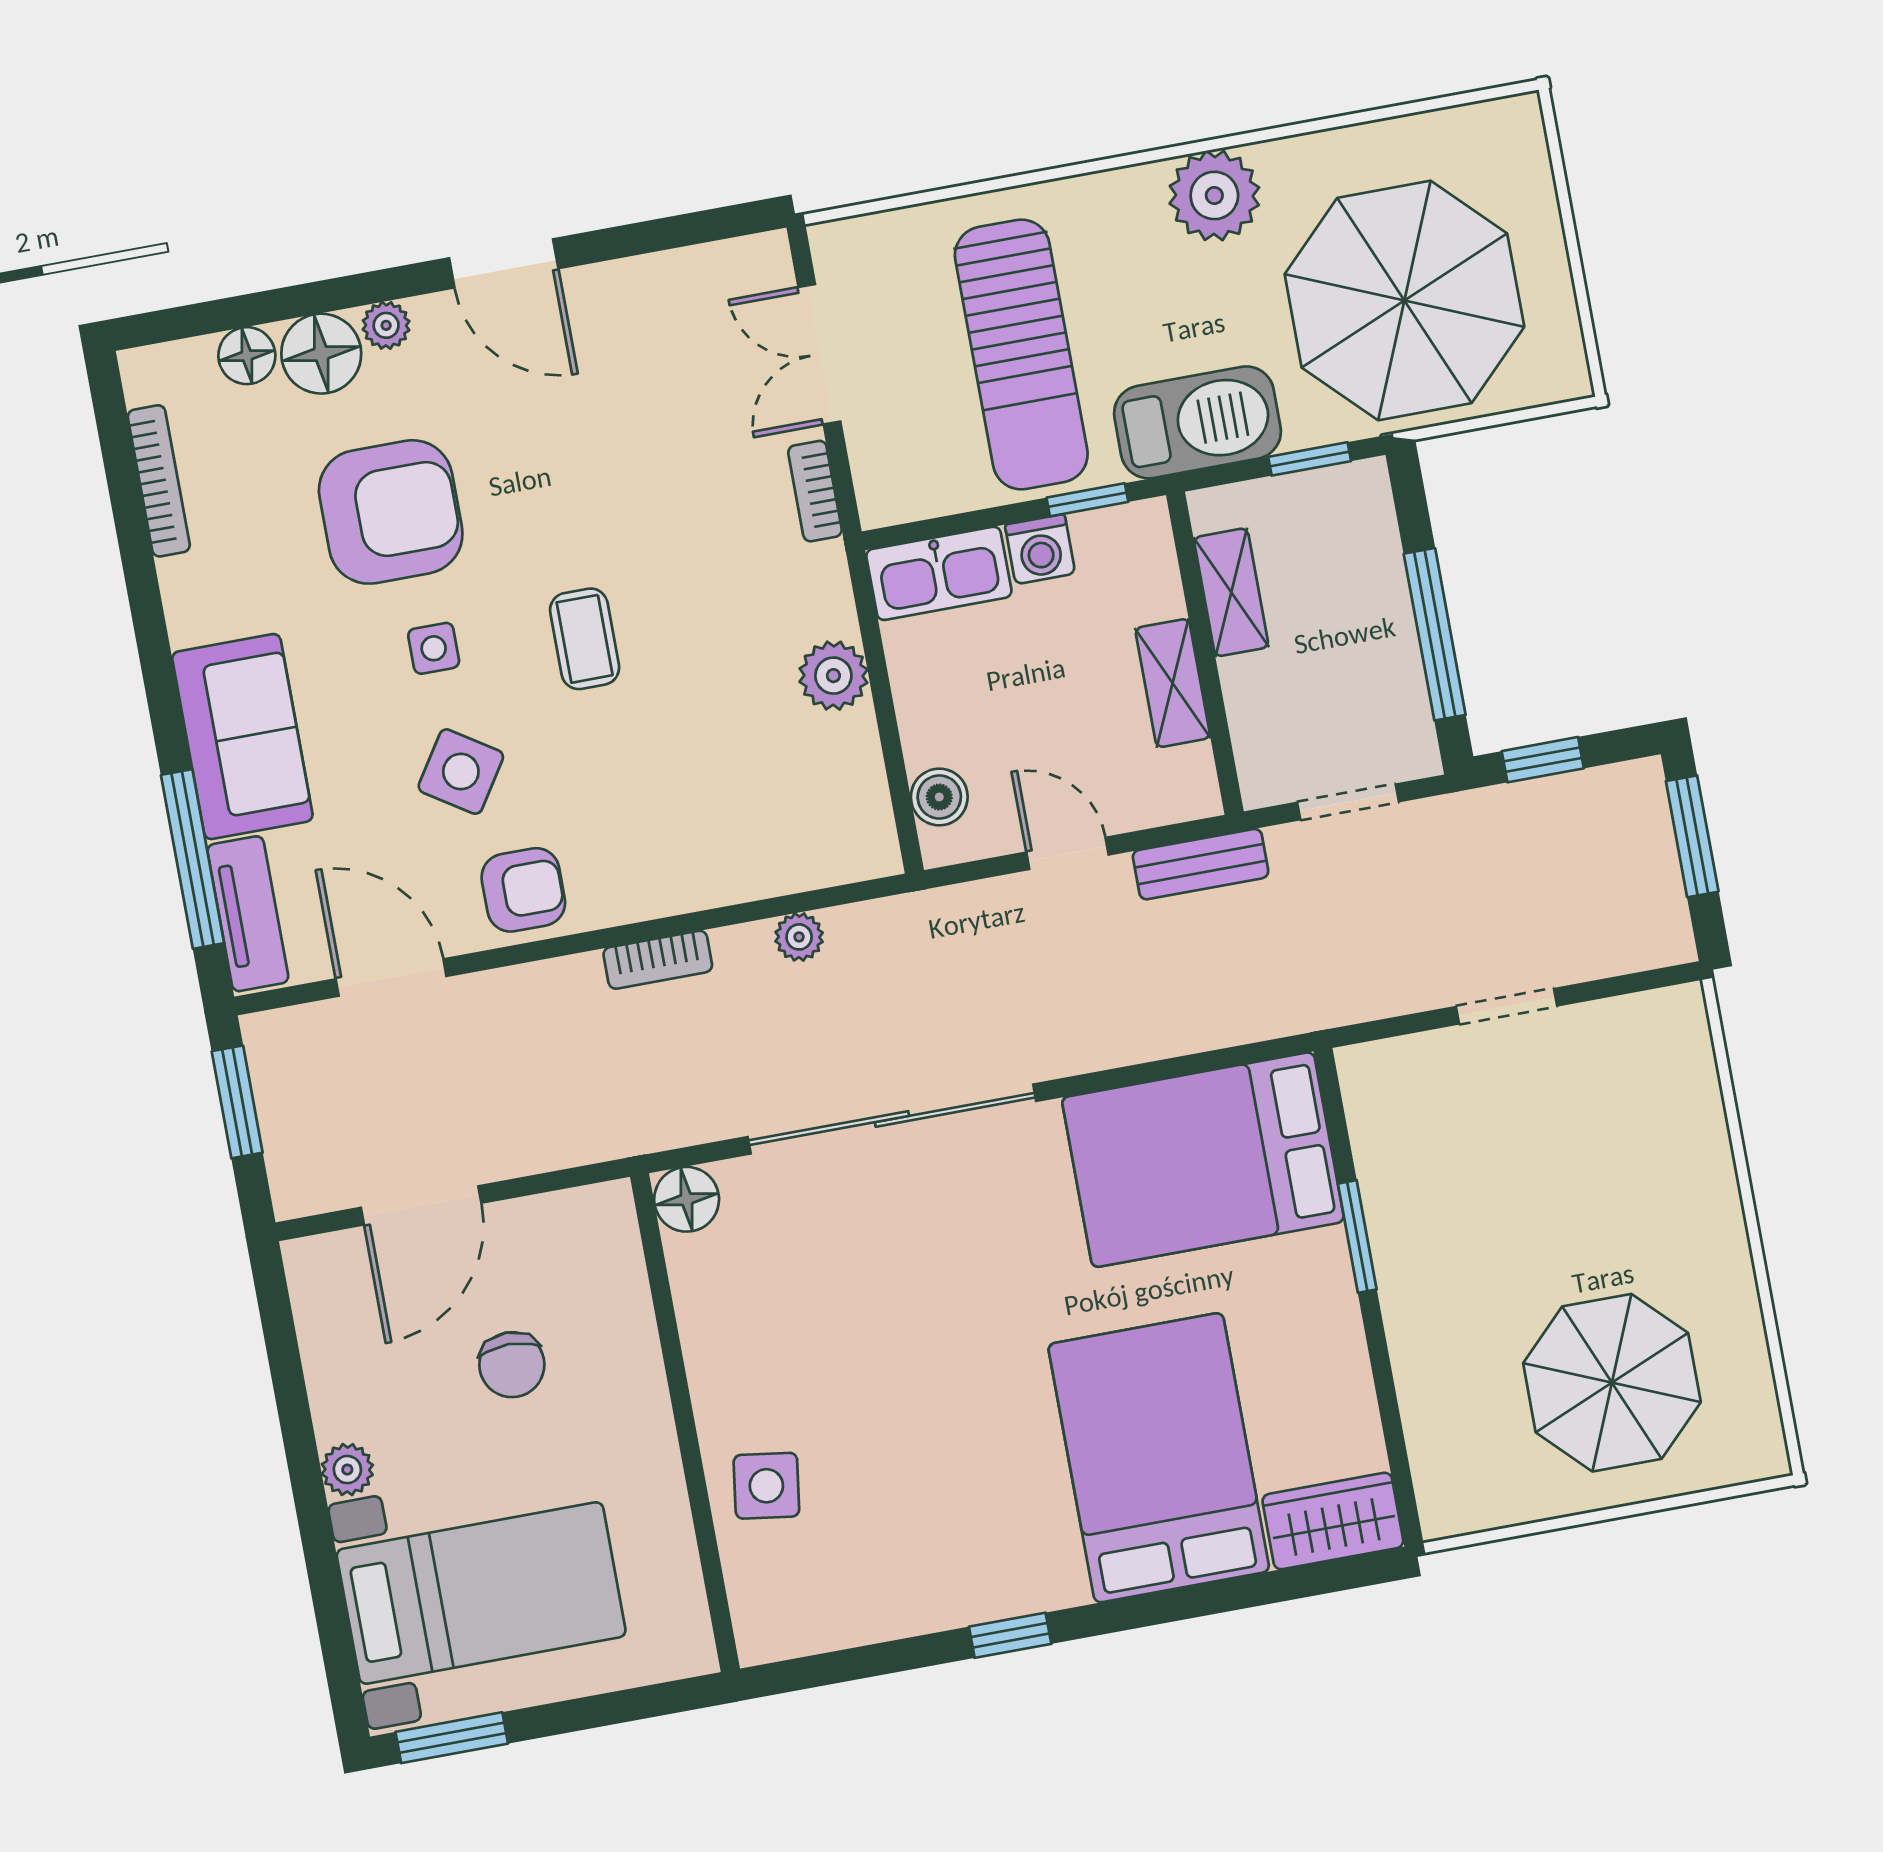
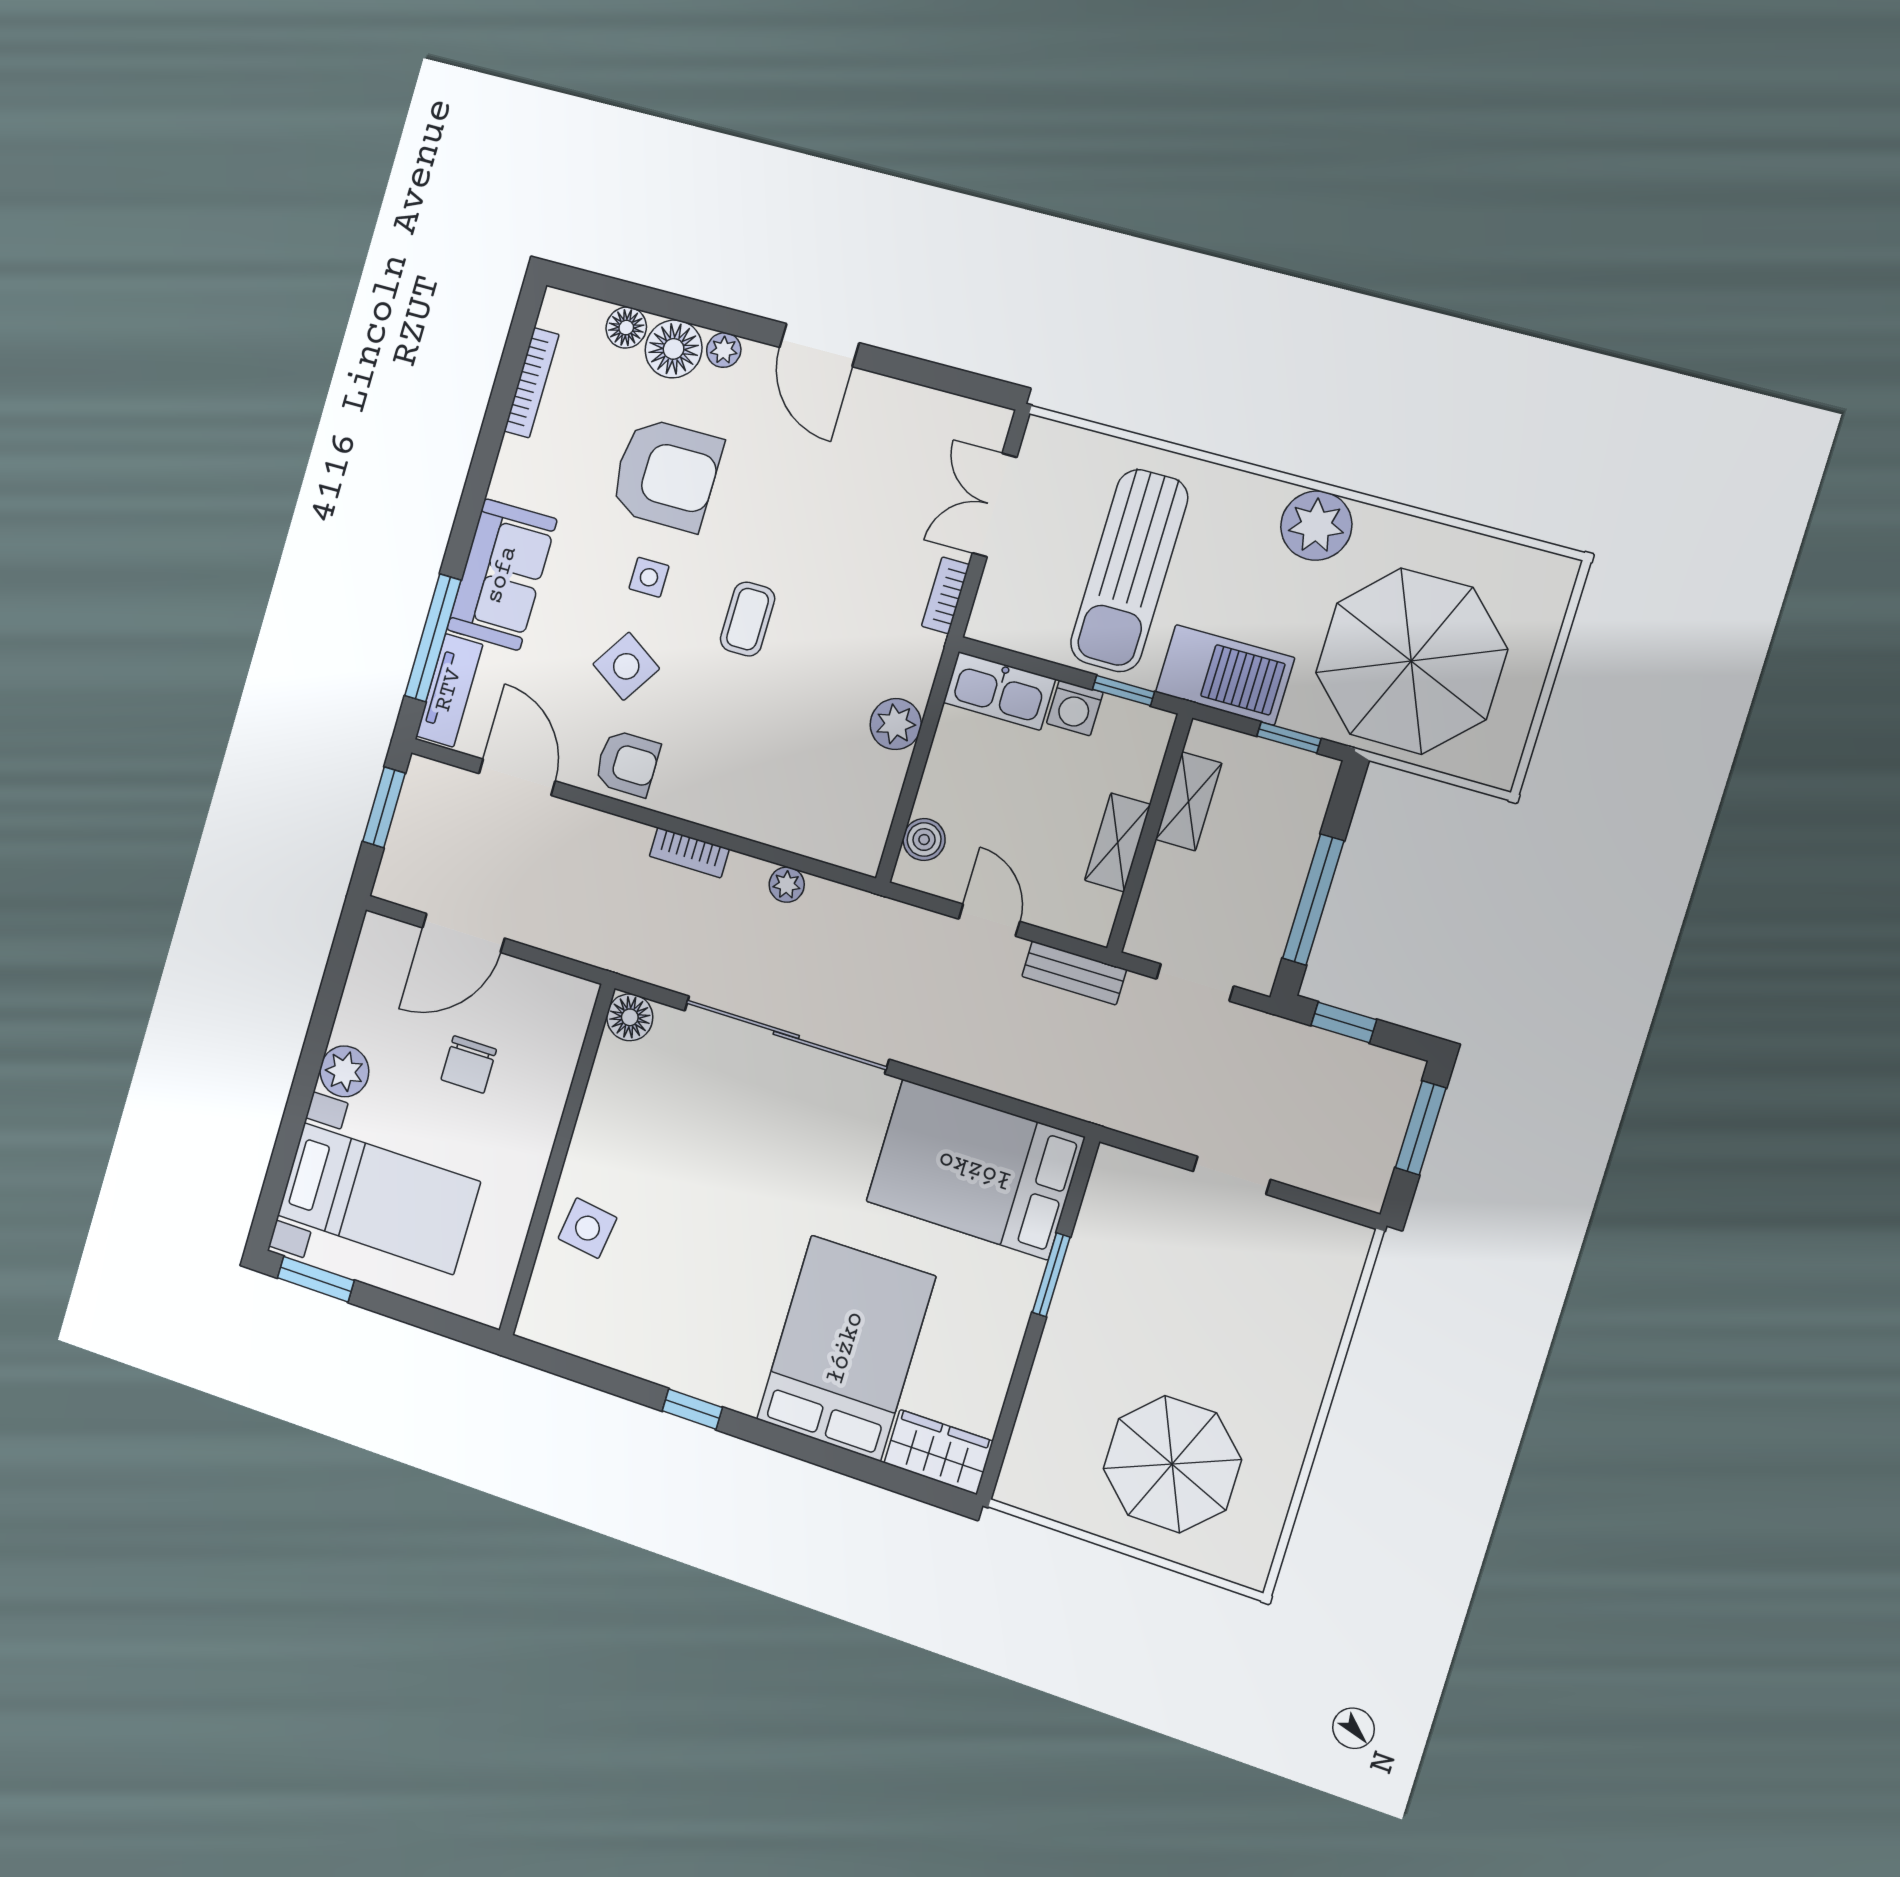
plant: (347, 1470) -> (344, 1071), width x1.38, depth x1.38

